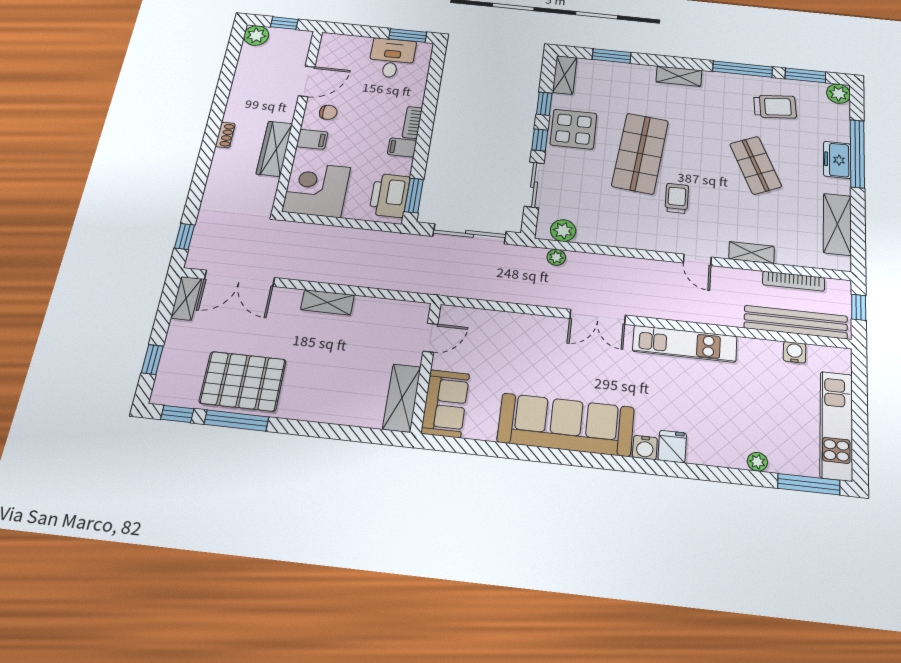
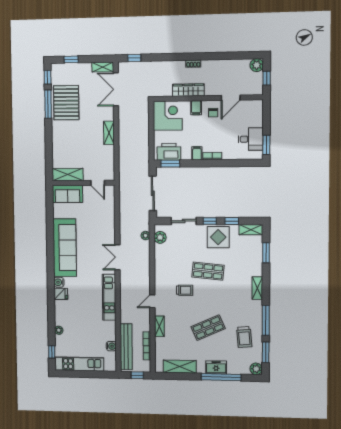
door: (307, 81) -> (231, 98), hinge flipped
shop shelf: (640, 153) -> (208, 271), width x0.70, depth x0.74
window: (809, 484) -> (52, 352), width x0.46

